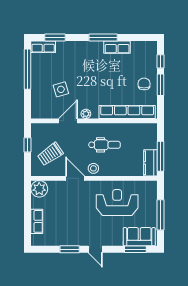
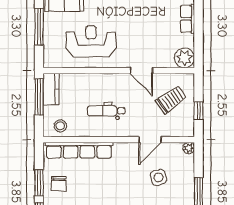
plant: (86, 114) -> (189, 148), moved
stool: (93, 168) -> (60, 126), moved
reception desk: (117, 203) -> (91, 41), turned 180

